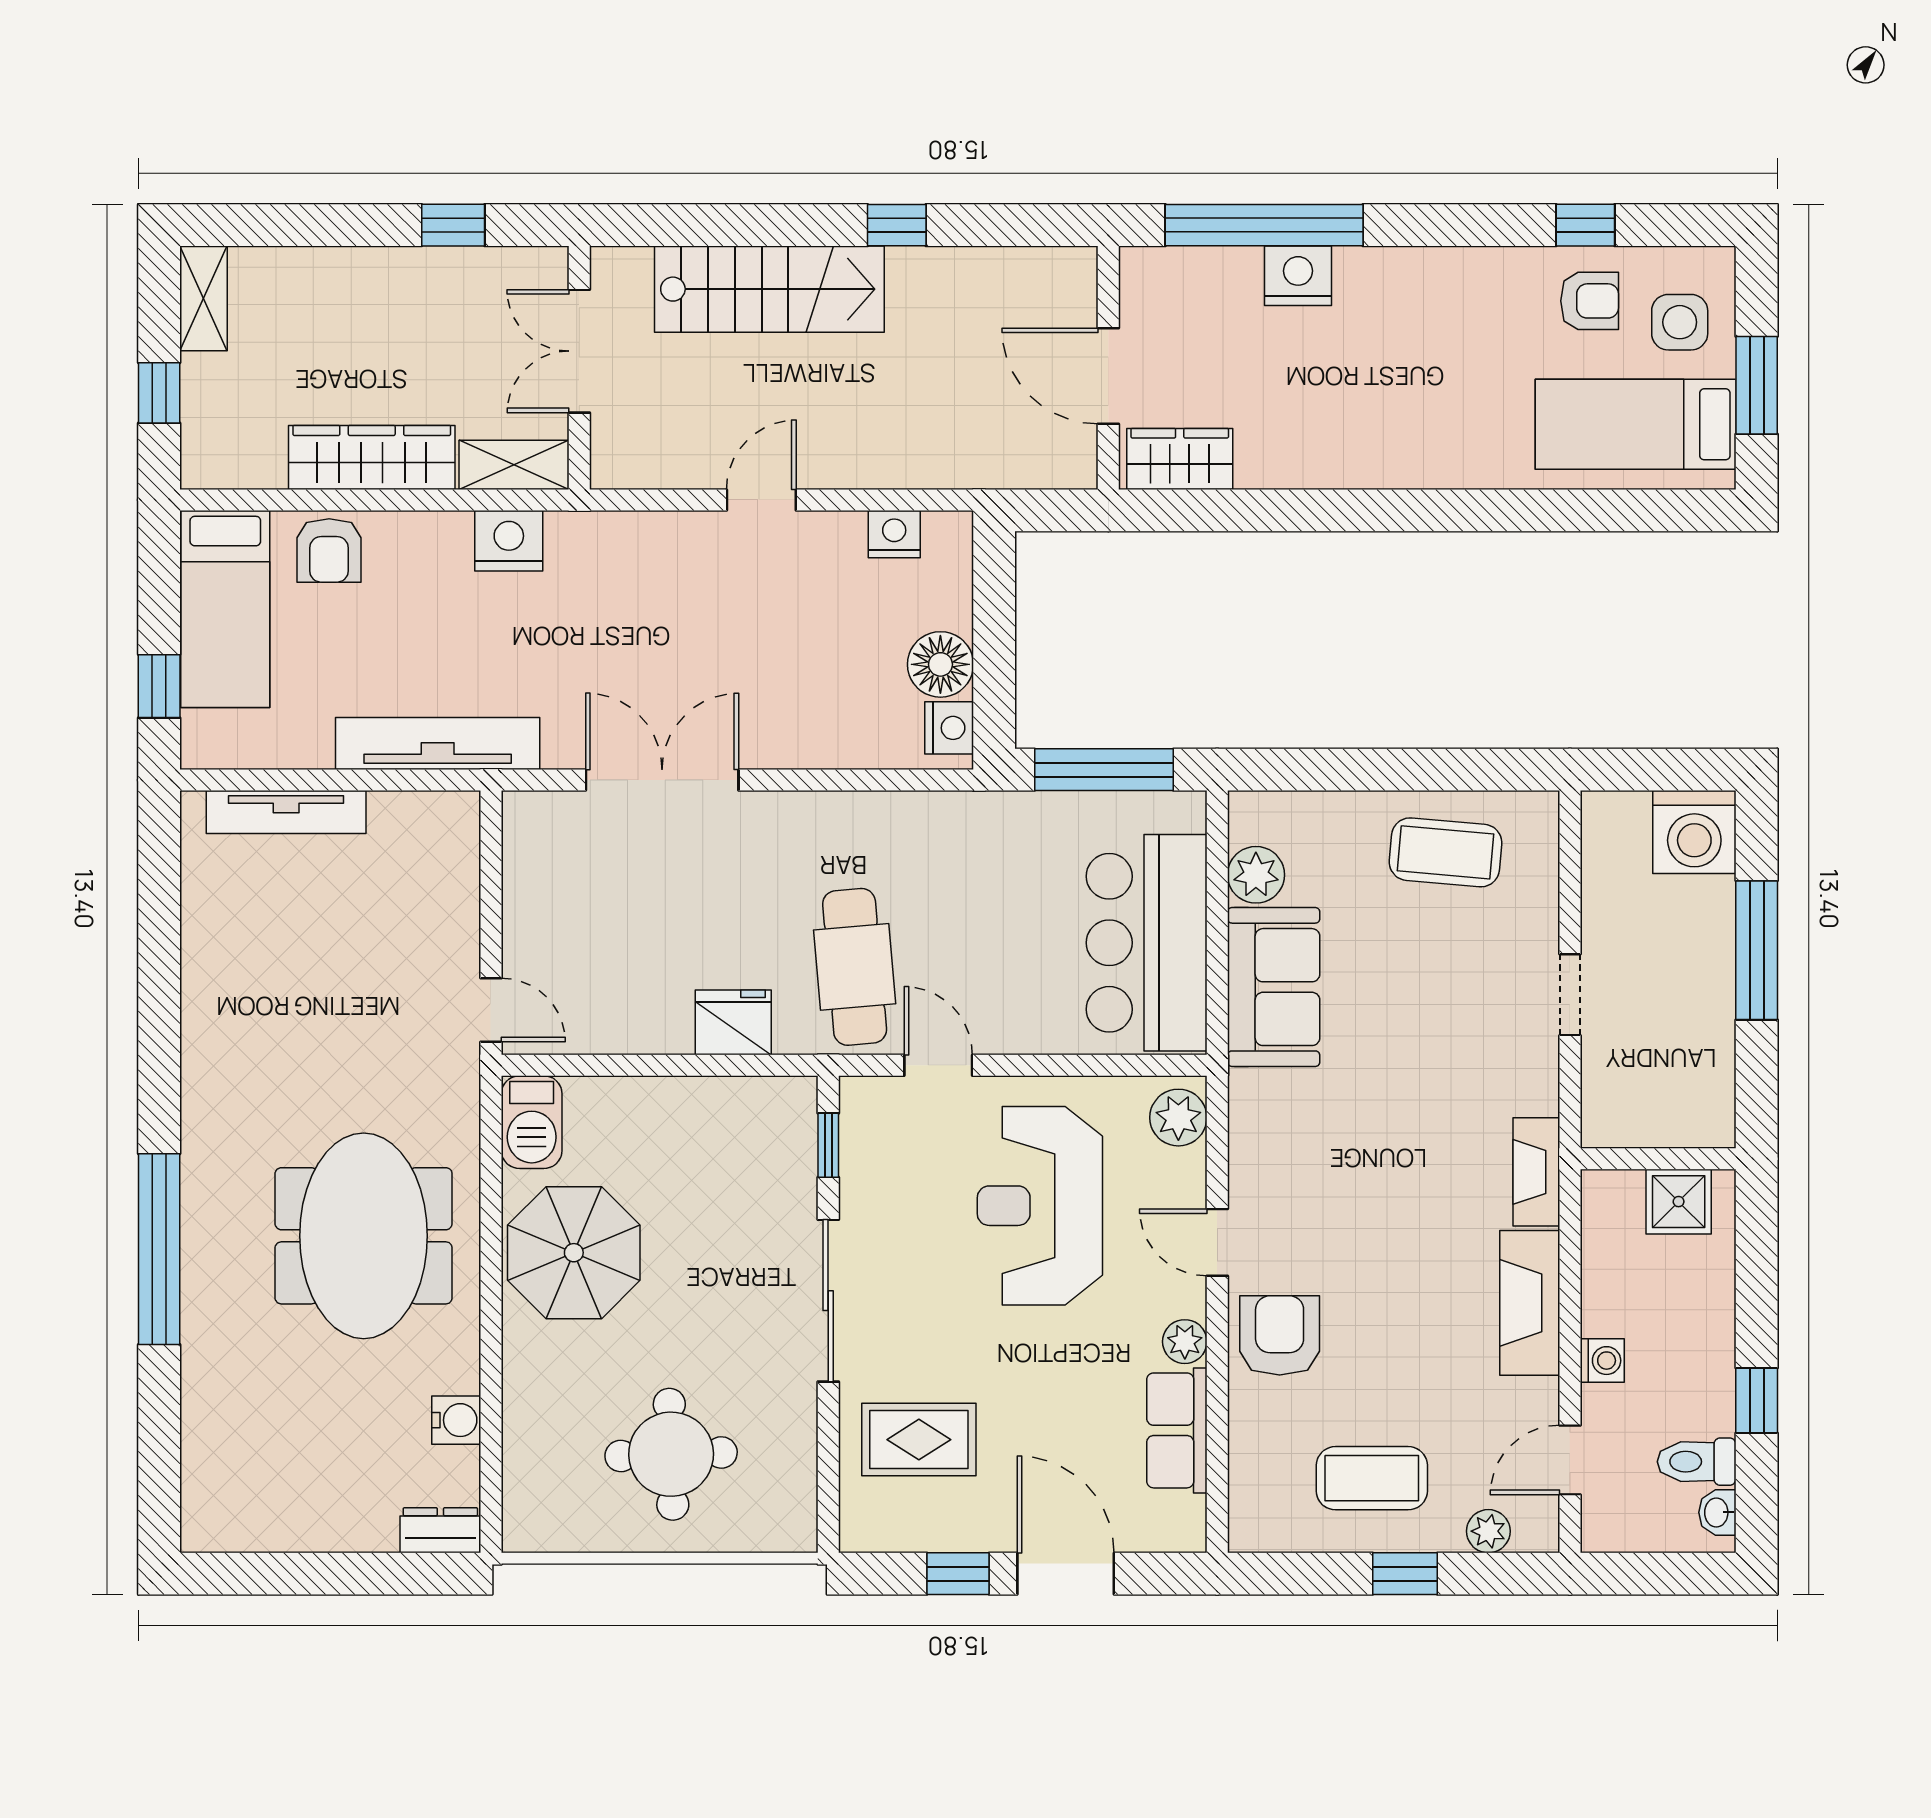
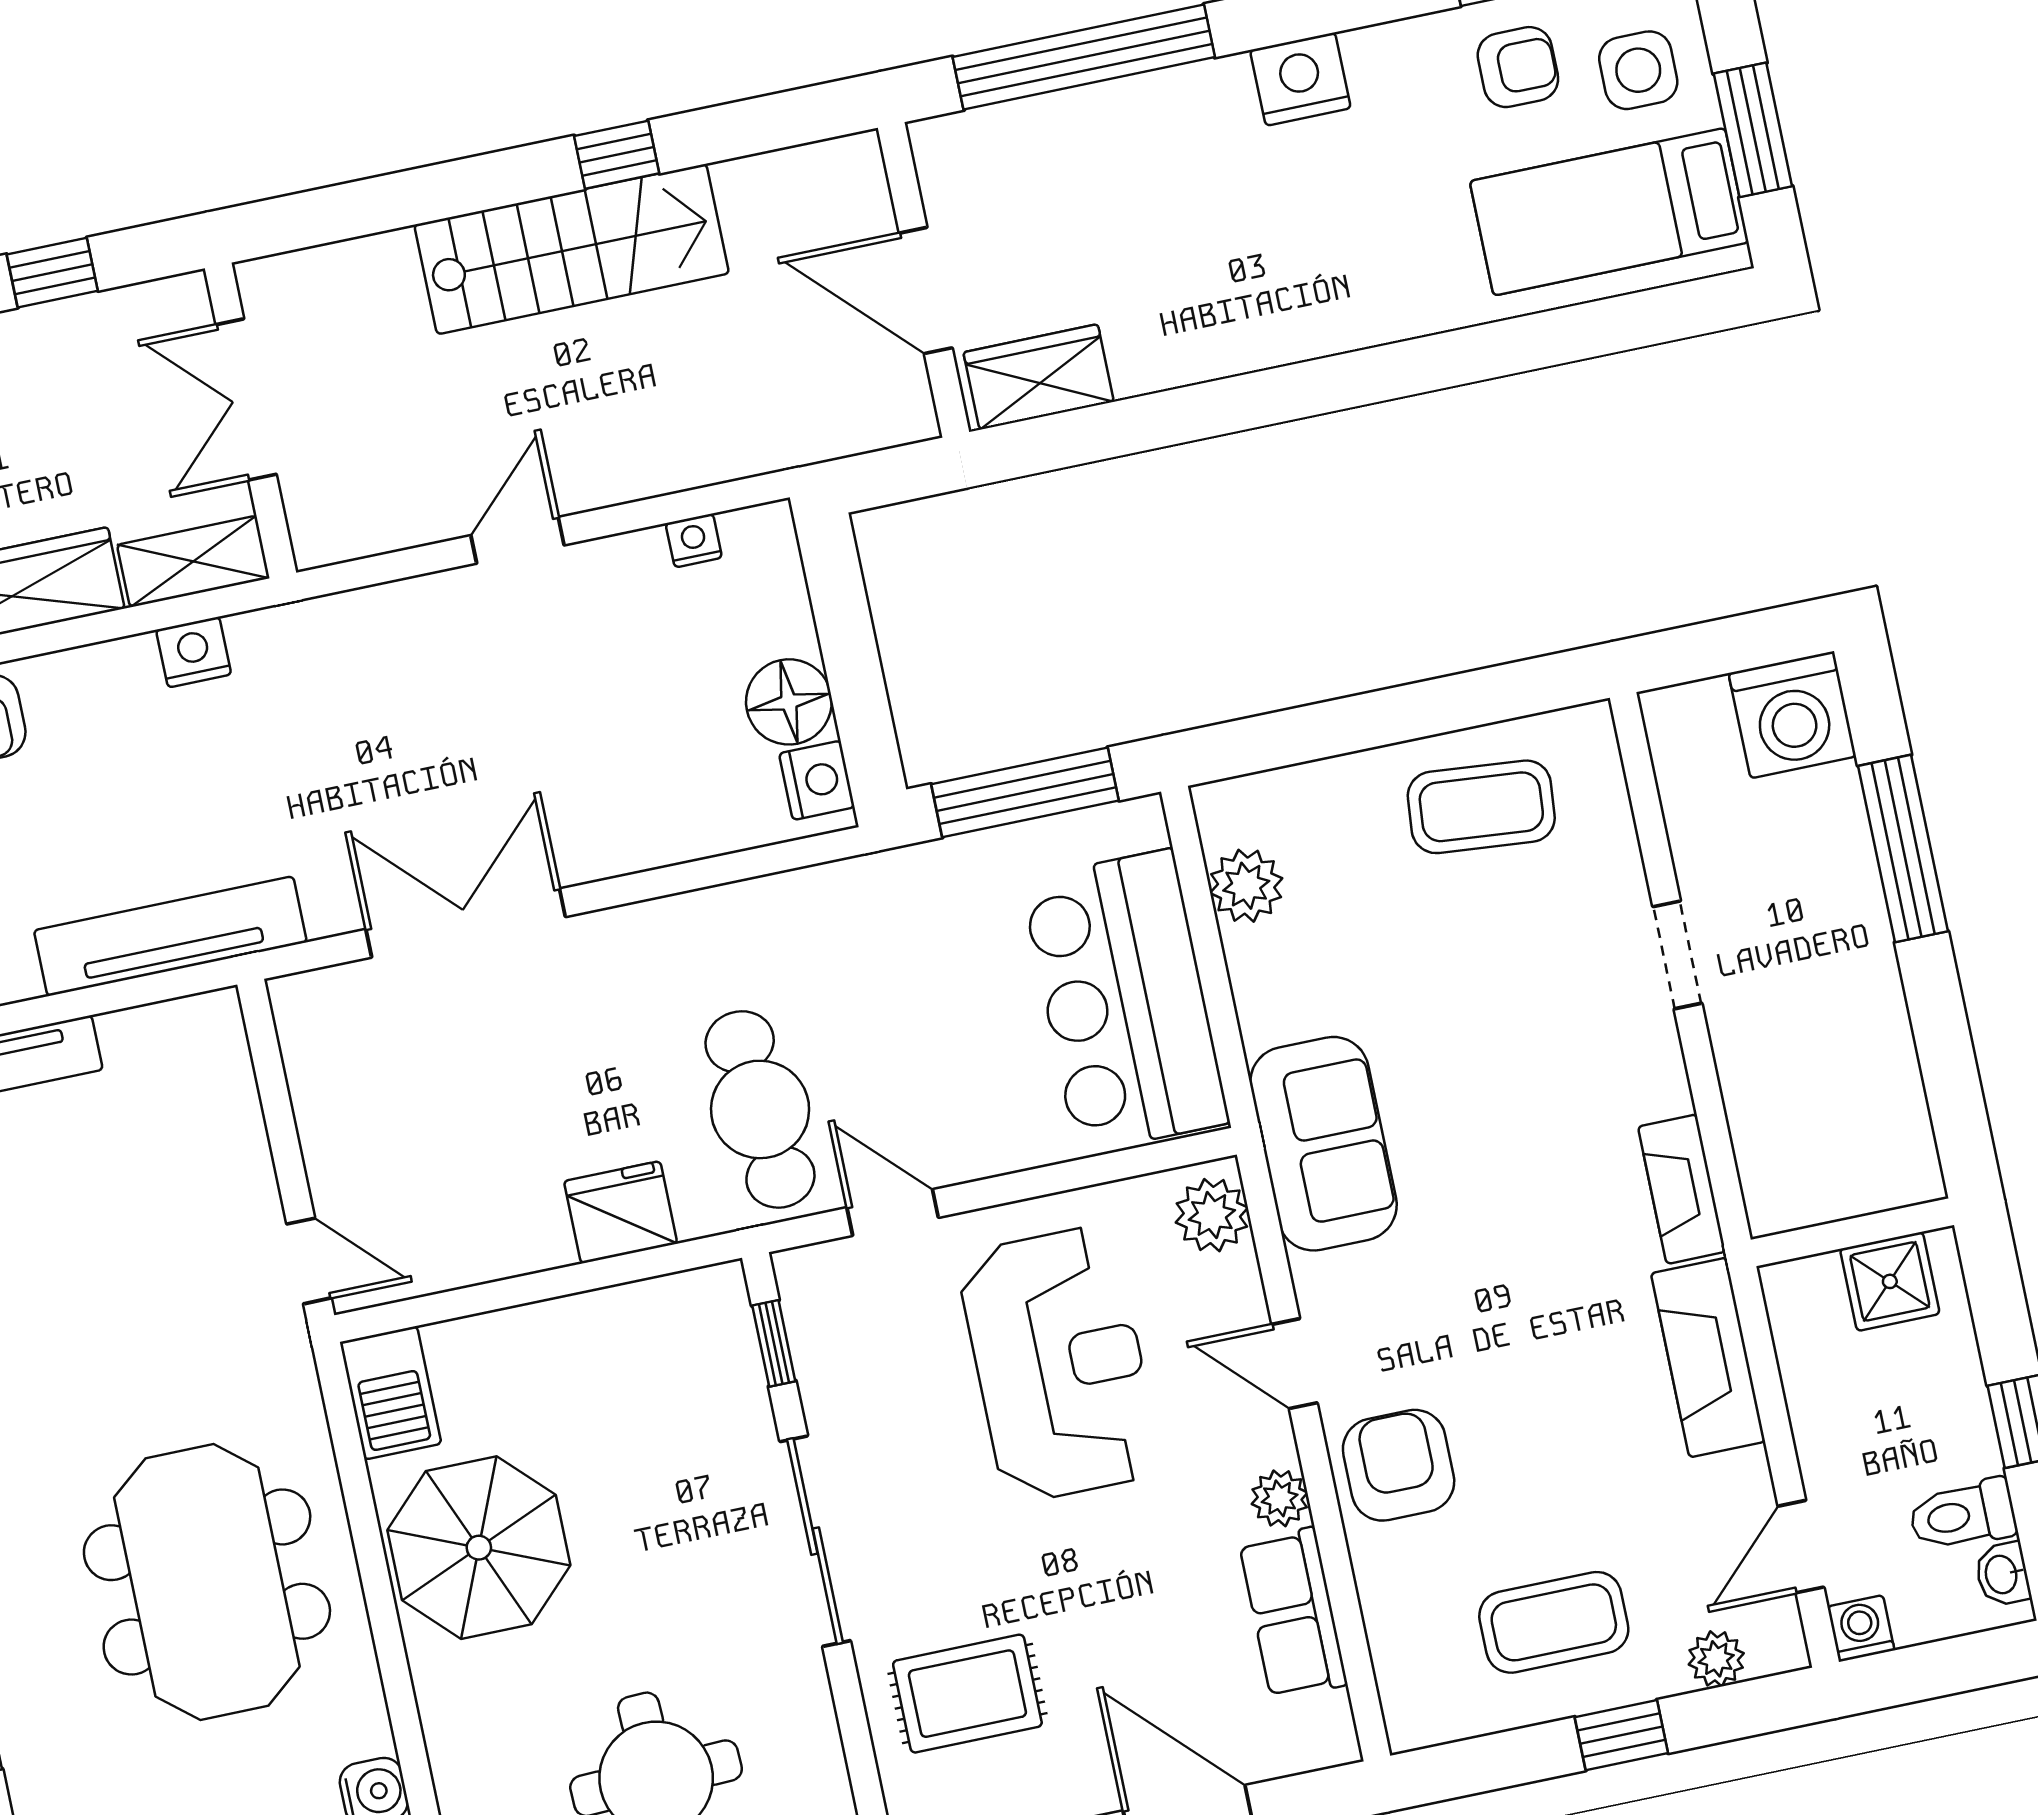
nightstand: (1298, 276) -> (1300, 79), moved
stairs: (769, 289) -> (572, 249), moved
nightstand: (894, 534) -> (694, 541), width x0.72, depth x0.74
nightstand: (509, 541) -> (194, 652), width x0.74, depth x0.75
sofa: (1274, 987) -> (1323, 1144), moved
wall: (1658, 1159) -> (1852, 1232), moved
shower: (1679, 1202) -> (1890, 1281), moved
reception desk: (1040, 1206) -> (1059, 1364), turned 180
washing machine: (1602, 1361) -> (1861, 1628), moved, turned -90

